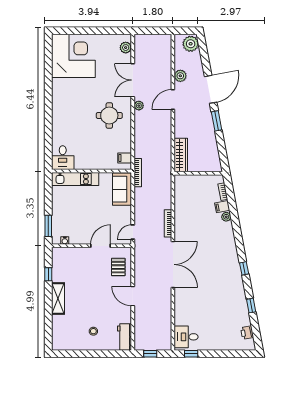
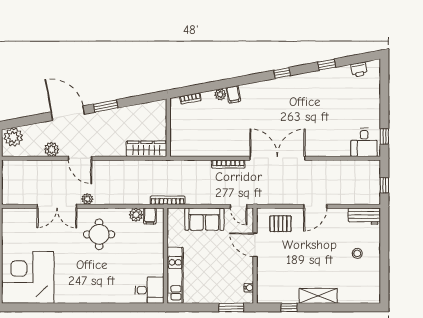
plant: (126, 48) -> (136, 215), moved
sofa: (122, 189) -> (204, 219), moved
filing cabinet: (222, 207) -> (233, 94), moved

